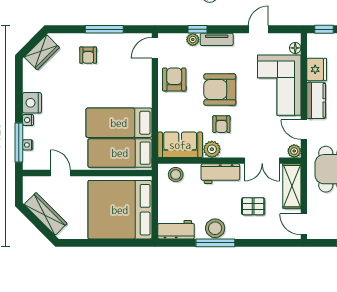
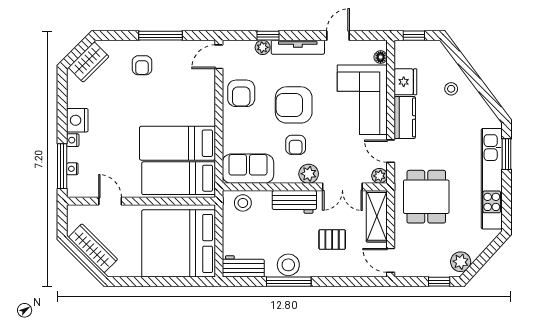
tv unit: (217, 39) -> (298, 47), width x1.41
armchair: (174, 79) -> (241, 93), turned 180
plant: (212, 149) -> (309, 174), moved

